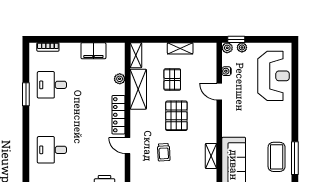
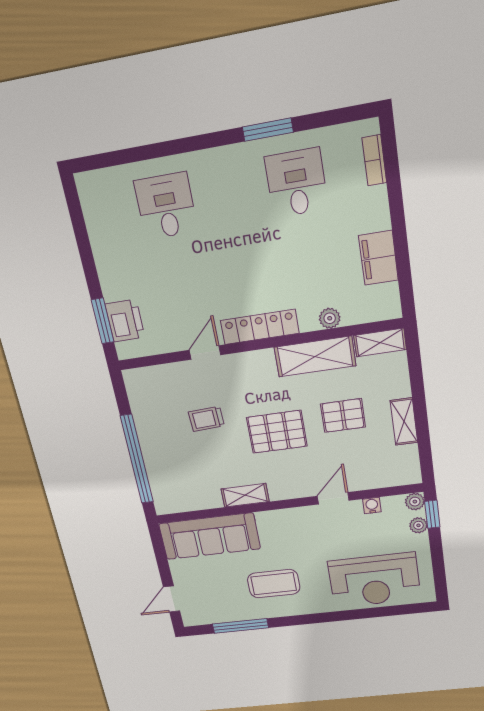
shelving: (211, 156) -> (245, 495), moved
coffee table: (277, 157) -> (274, 584), moved

